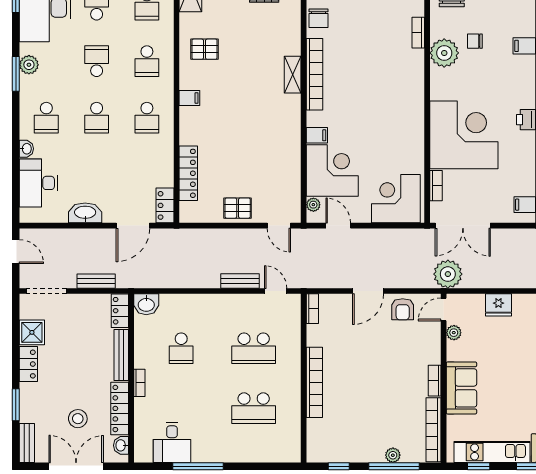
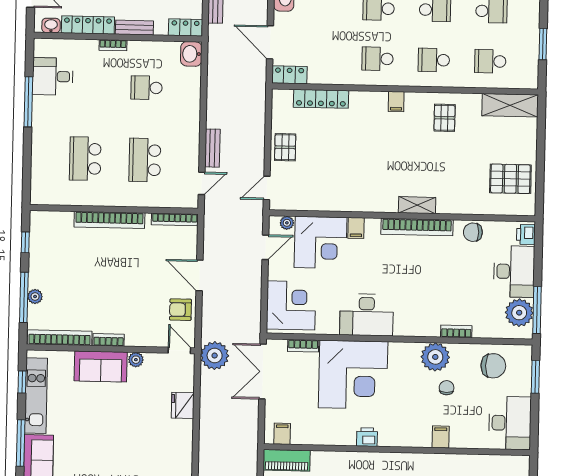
desk: (404, 123) -> (367, 315), added
bookcase: (312, 309) -> (175, 219), width x1.56
plant: (454, 333) -> (136, 360), moved
bench: (121, 355) -> (134, 28), width x0.73

